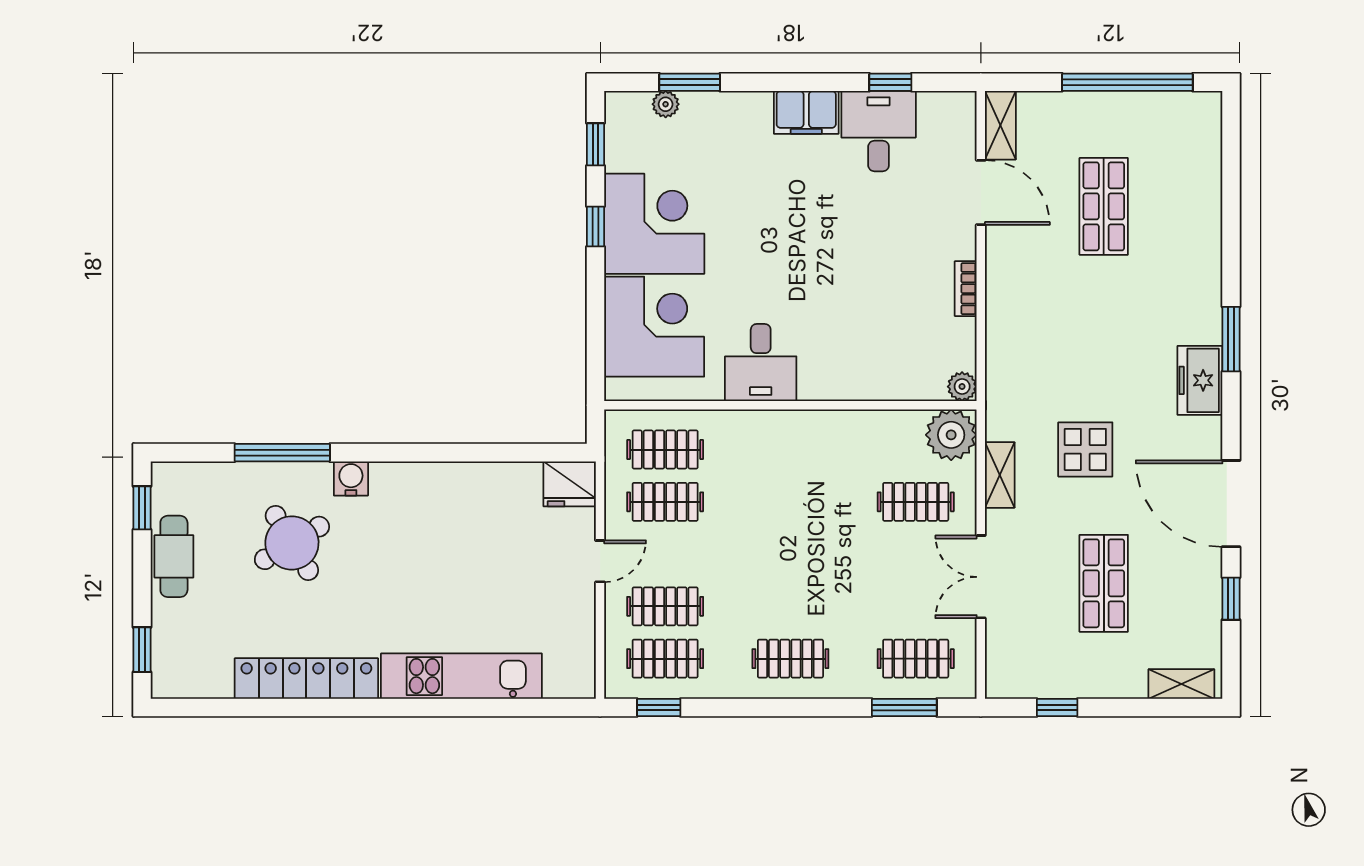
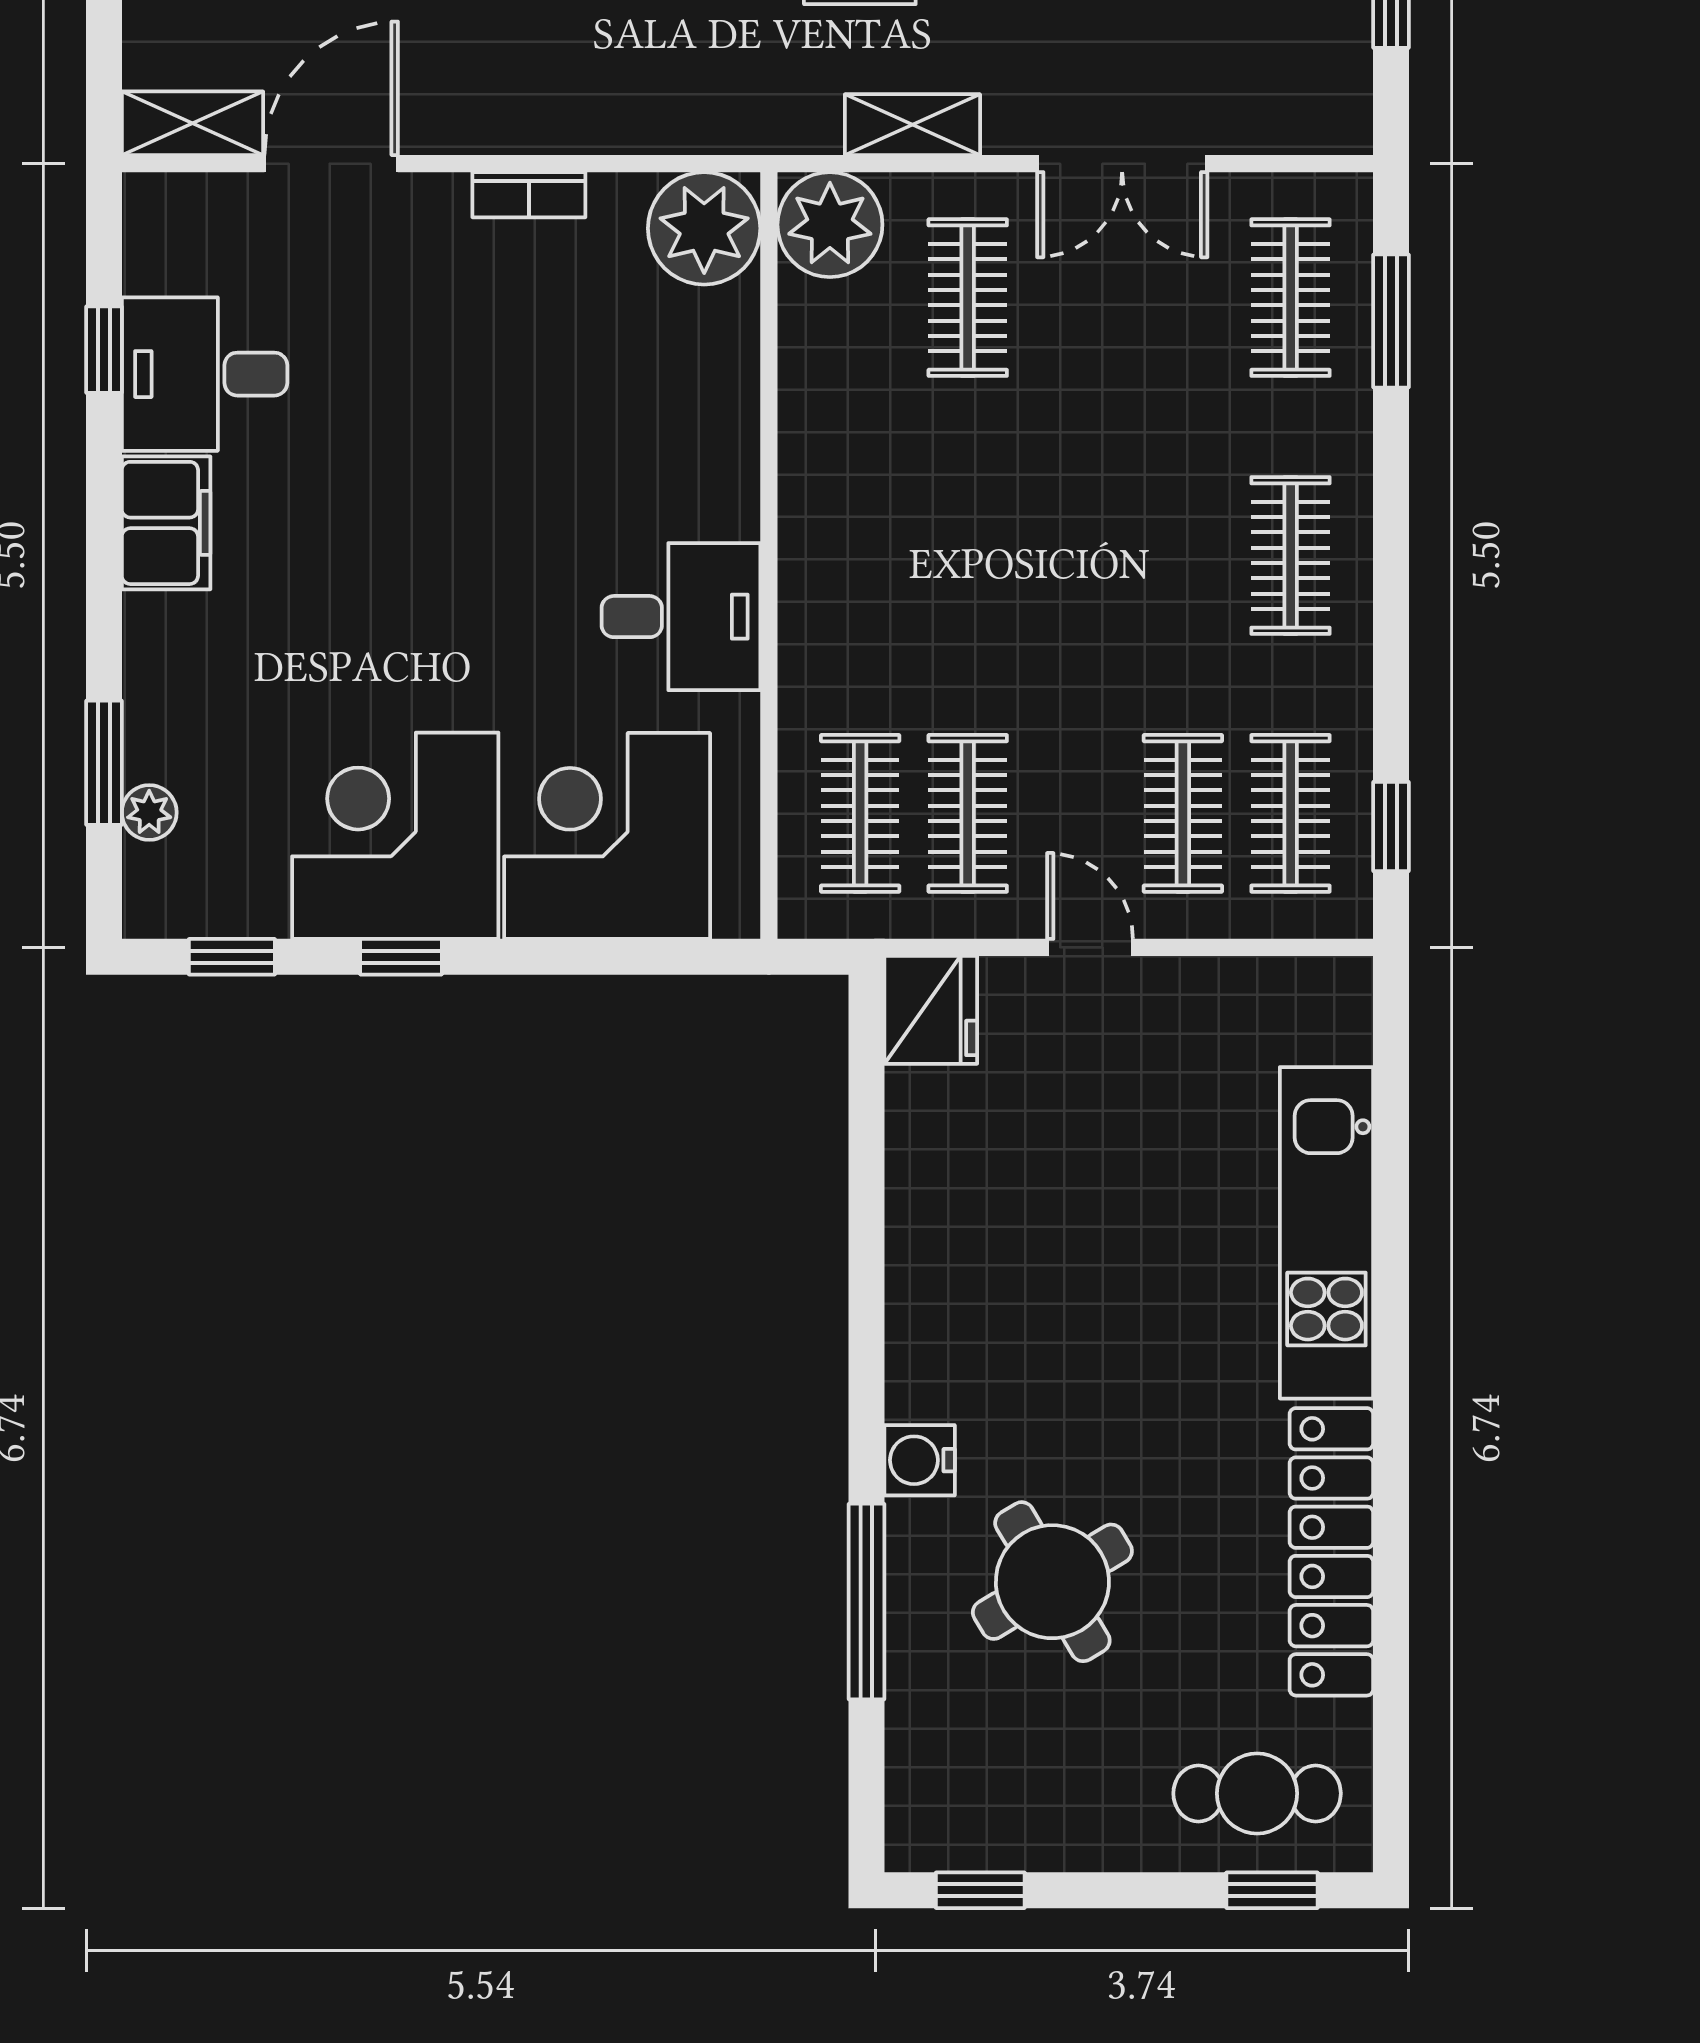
plant: (962, 387) -> (704, 228), width x1.88, depth x1.88
cafe table: (174, 556) -> (1257, 1793), moved

